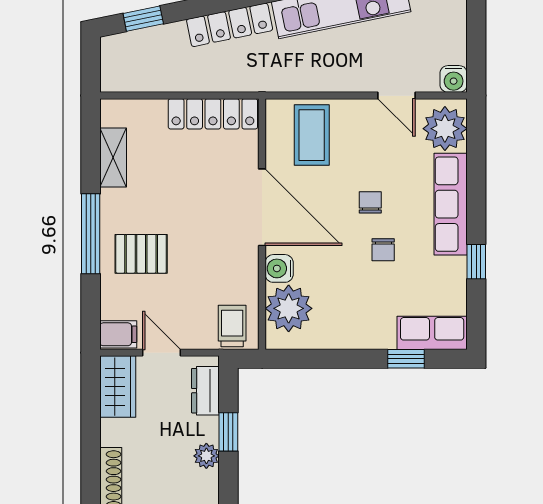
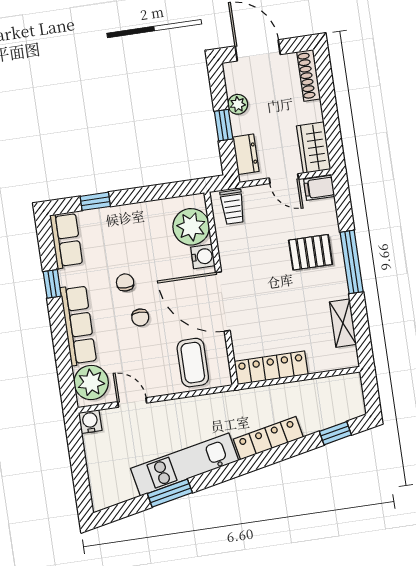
row of seats: (432, 333) -> (66, 240), moved, turned -90

